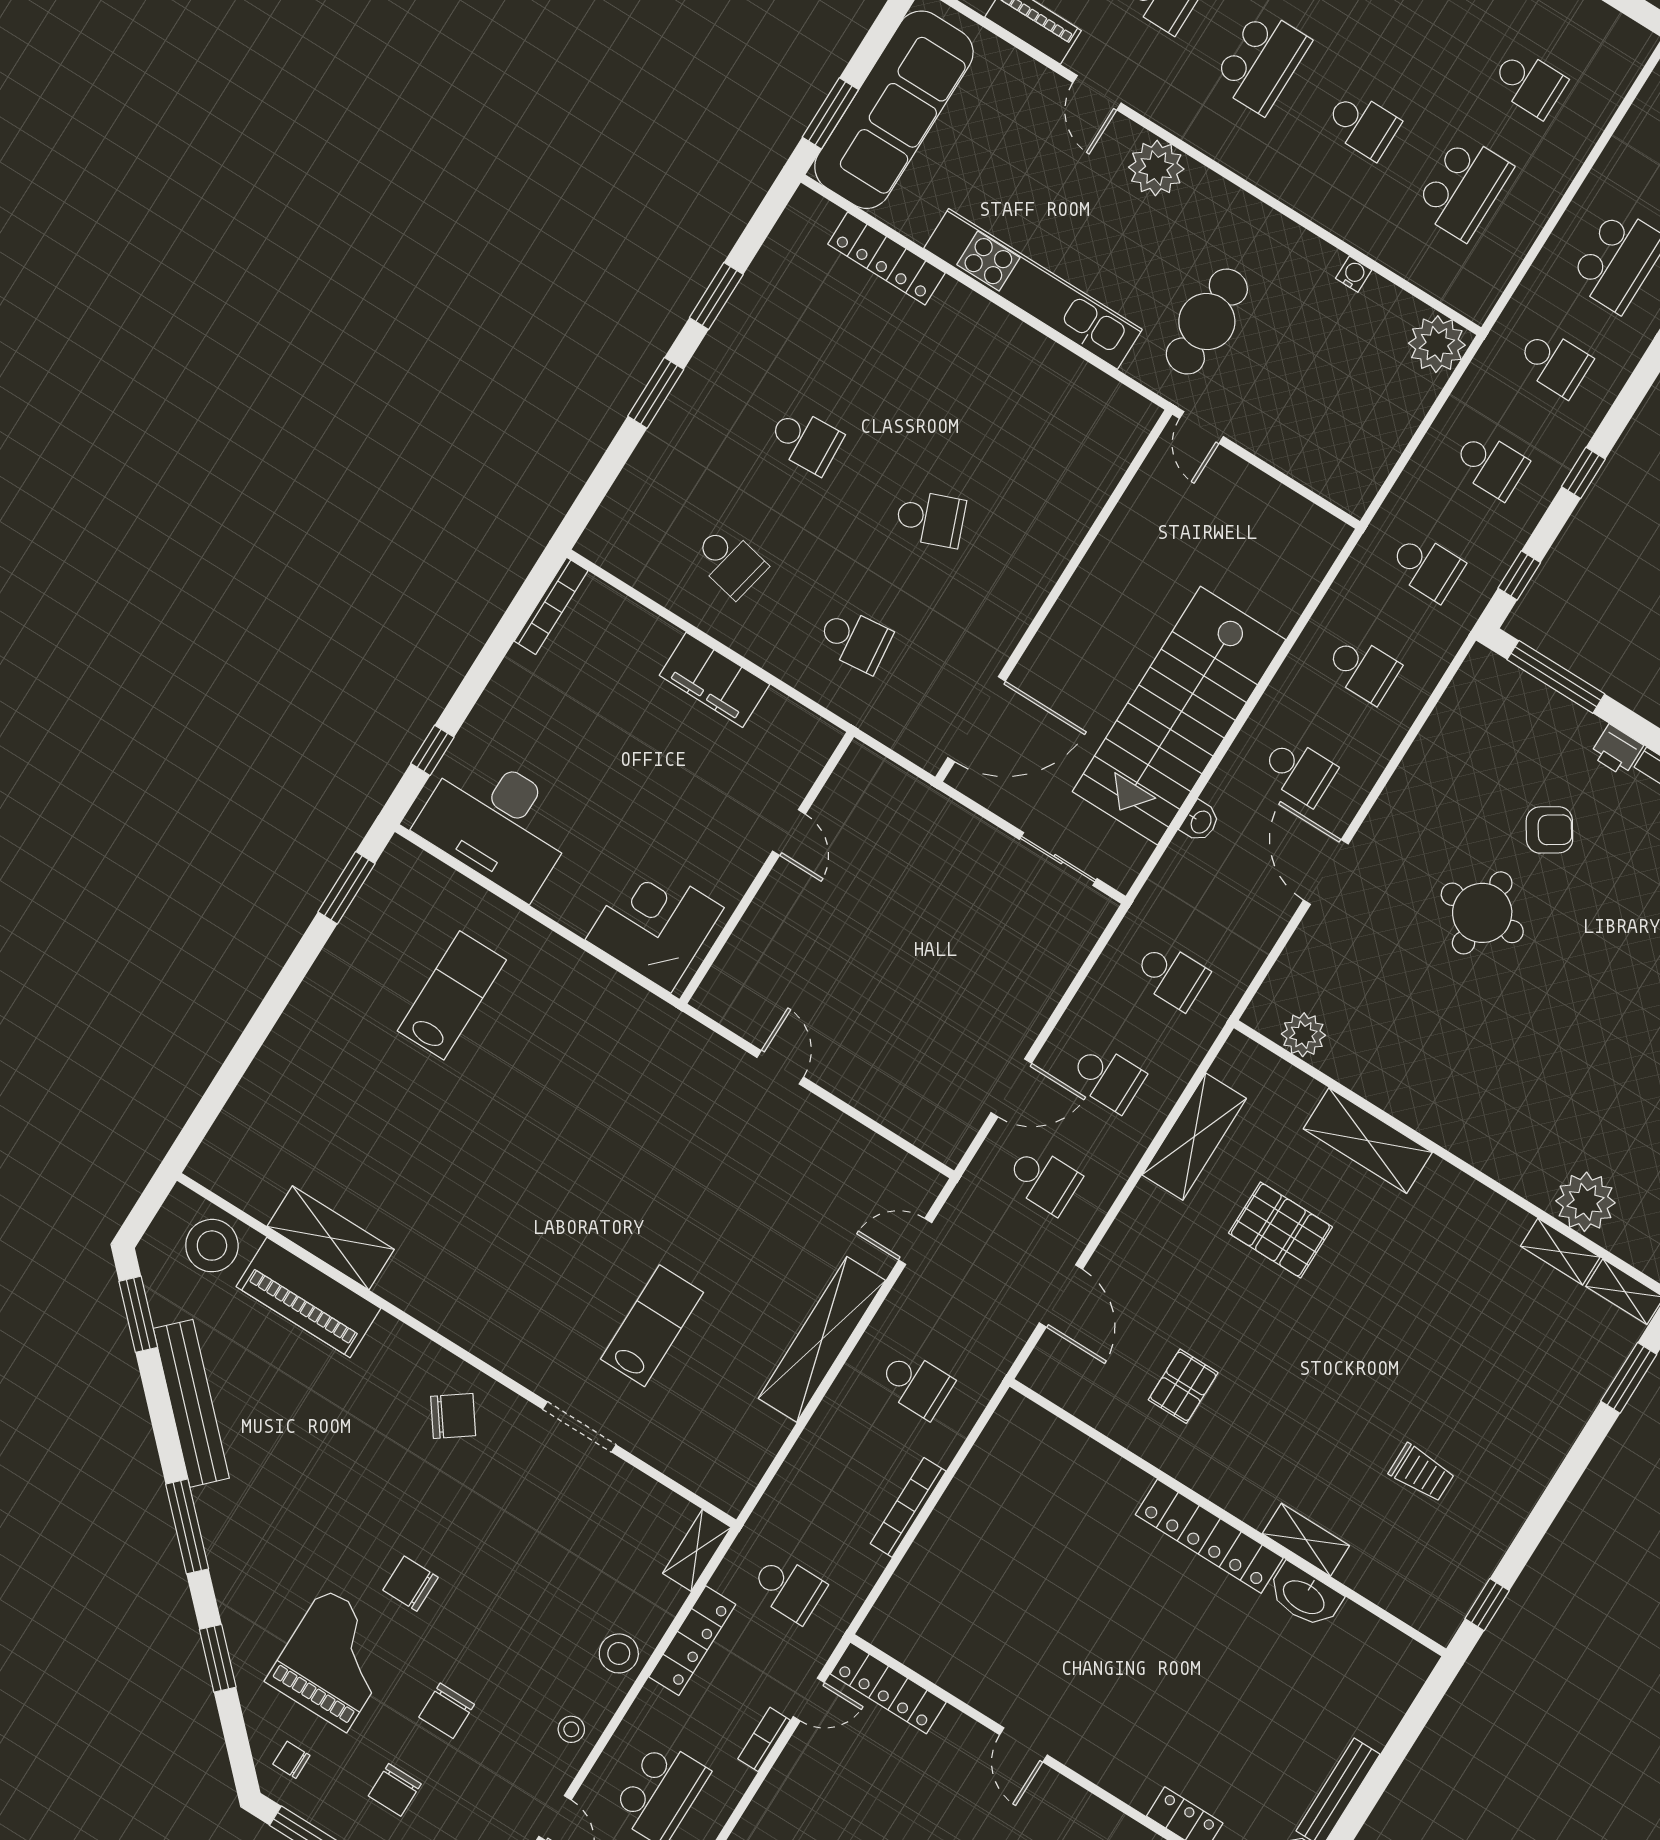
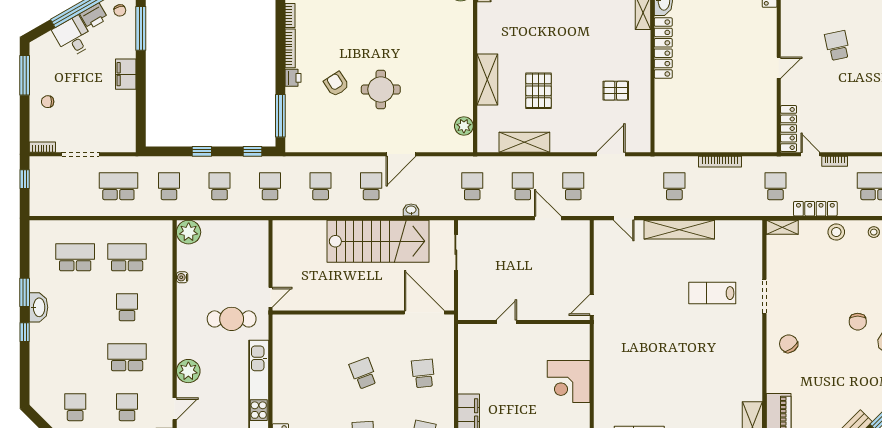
school desk: (1529, 83) -> (75, 257), width x1.85
door: (789, 833) -> (506, 322), moved
wall: (767, 868) -> (524, 322), moved

